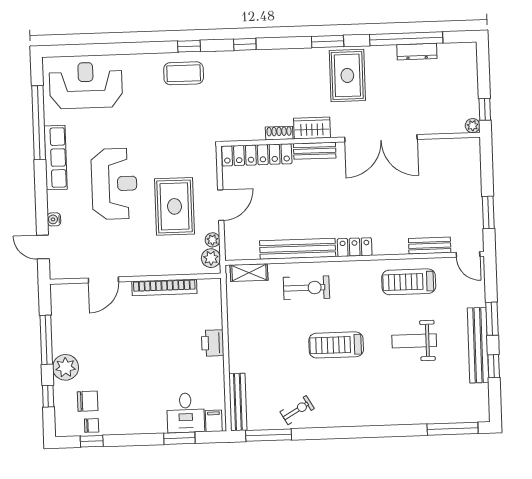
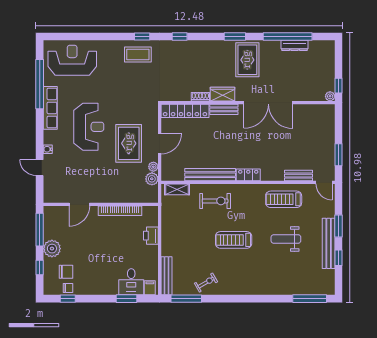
wall: (135, 279) -> (101, 204), moved
door: (103, 280) -> (79, 204), moved
bookcase: (164, 287) -> (120, 211), moved

